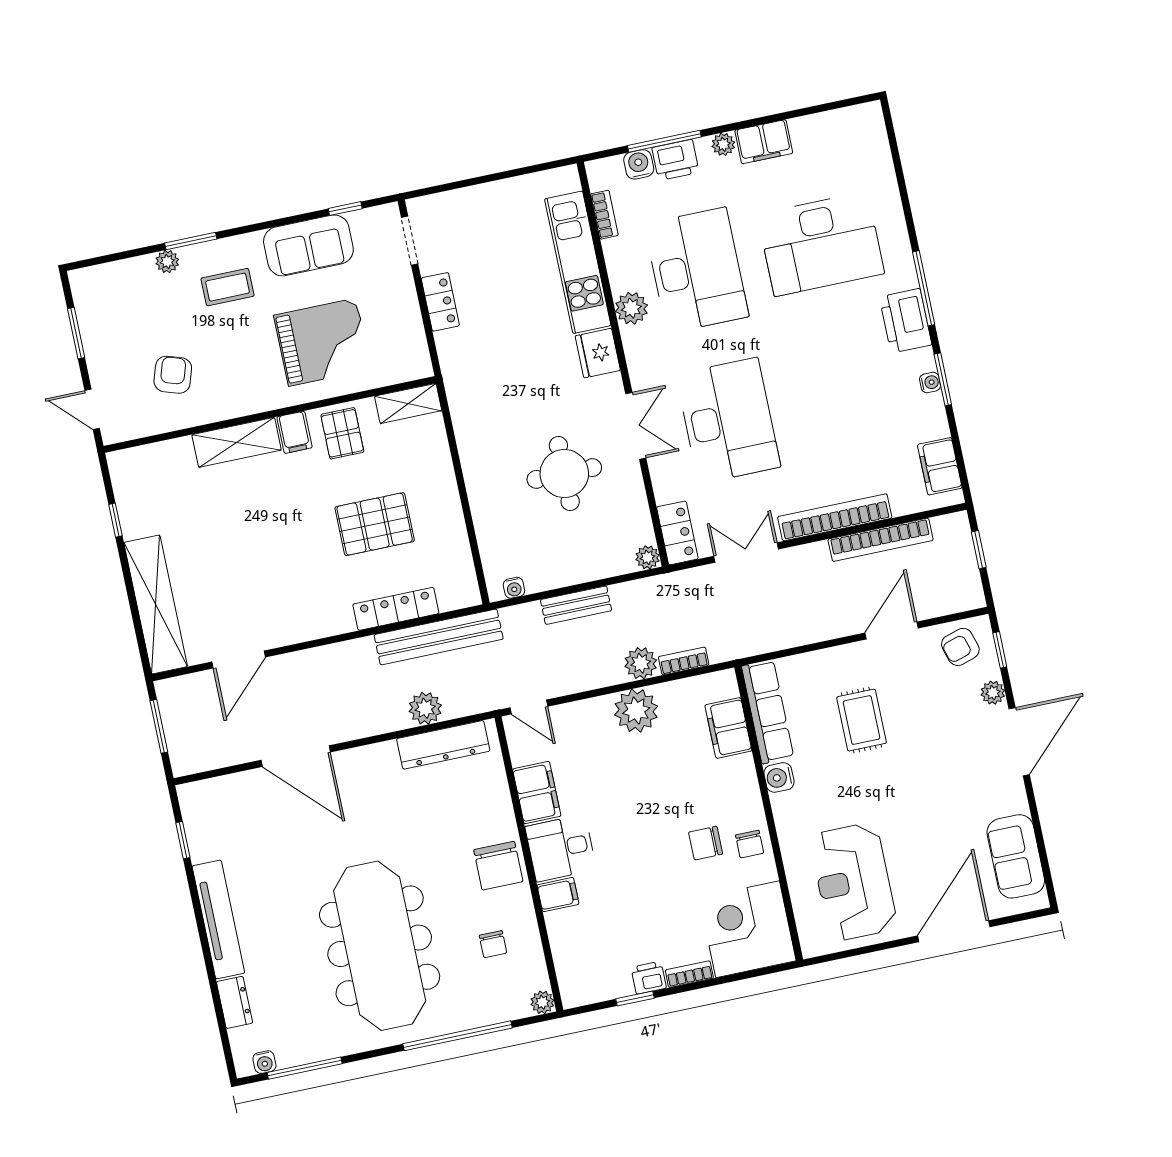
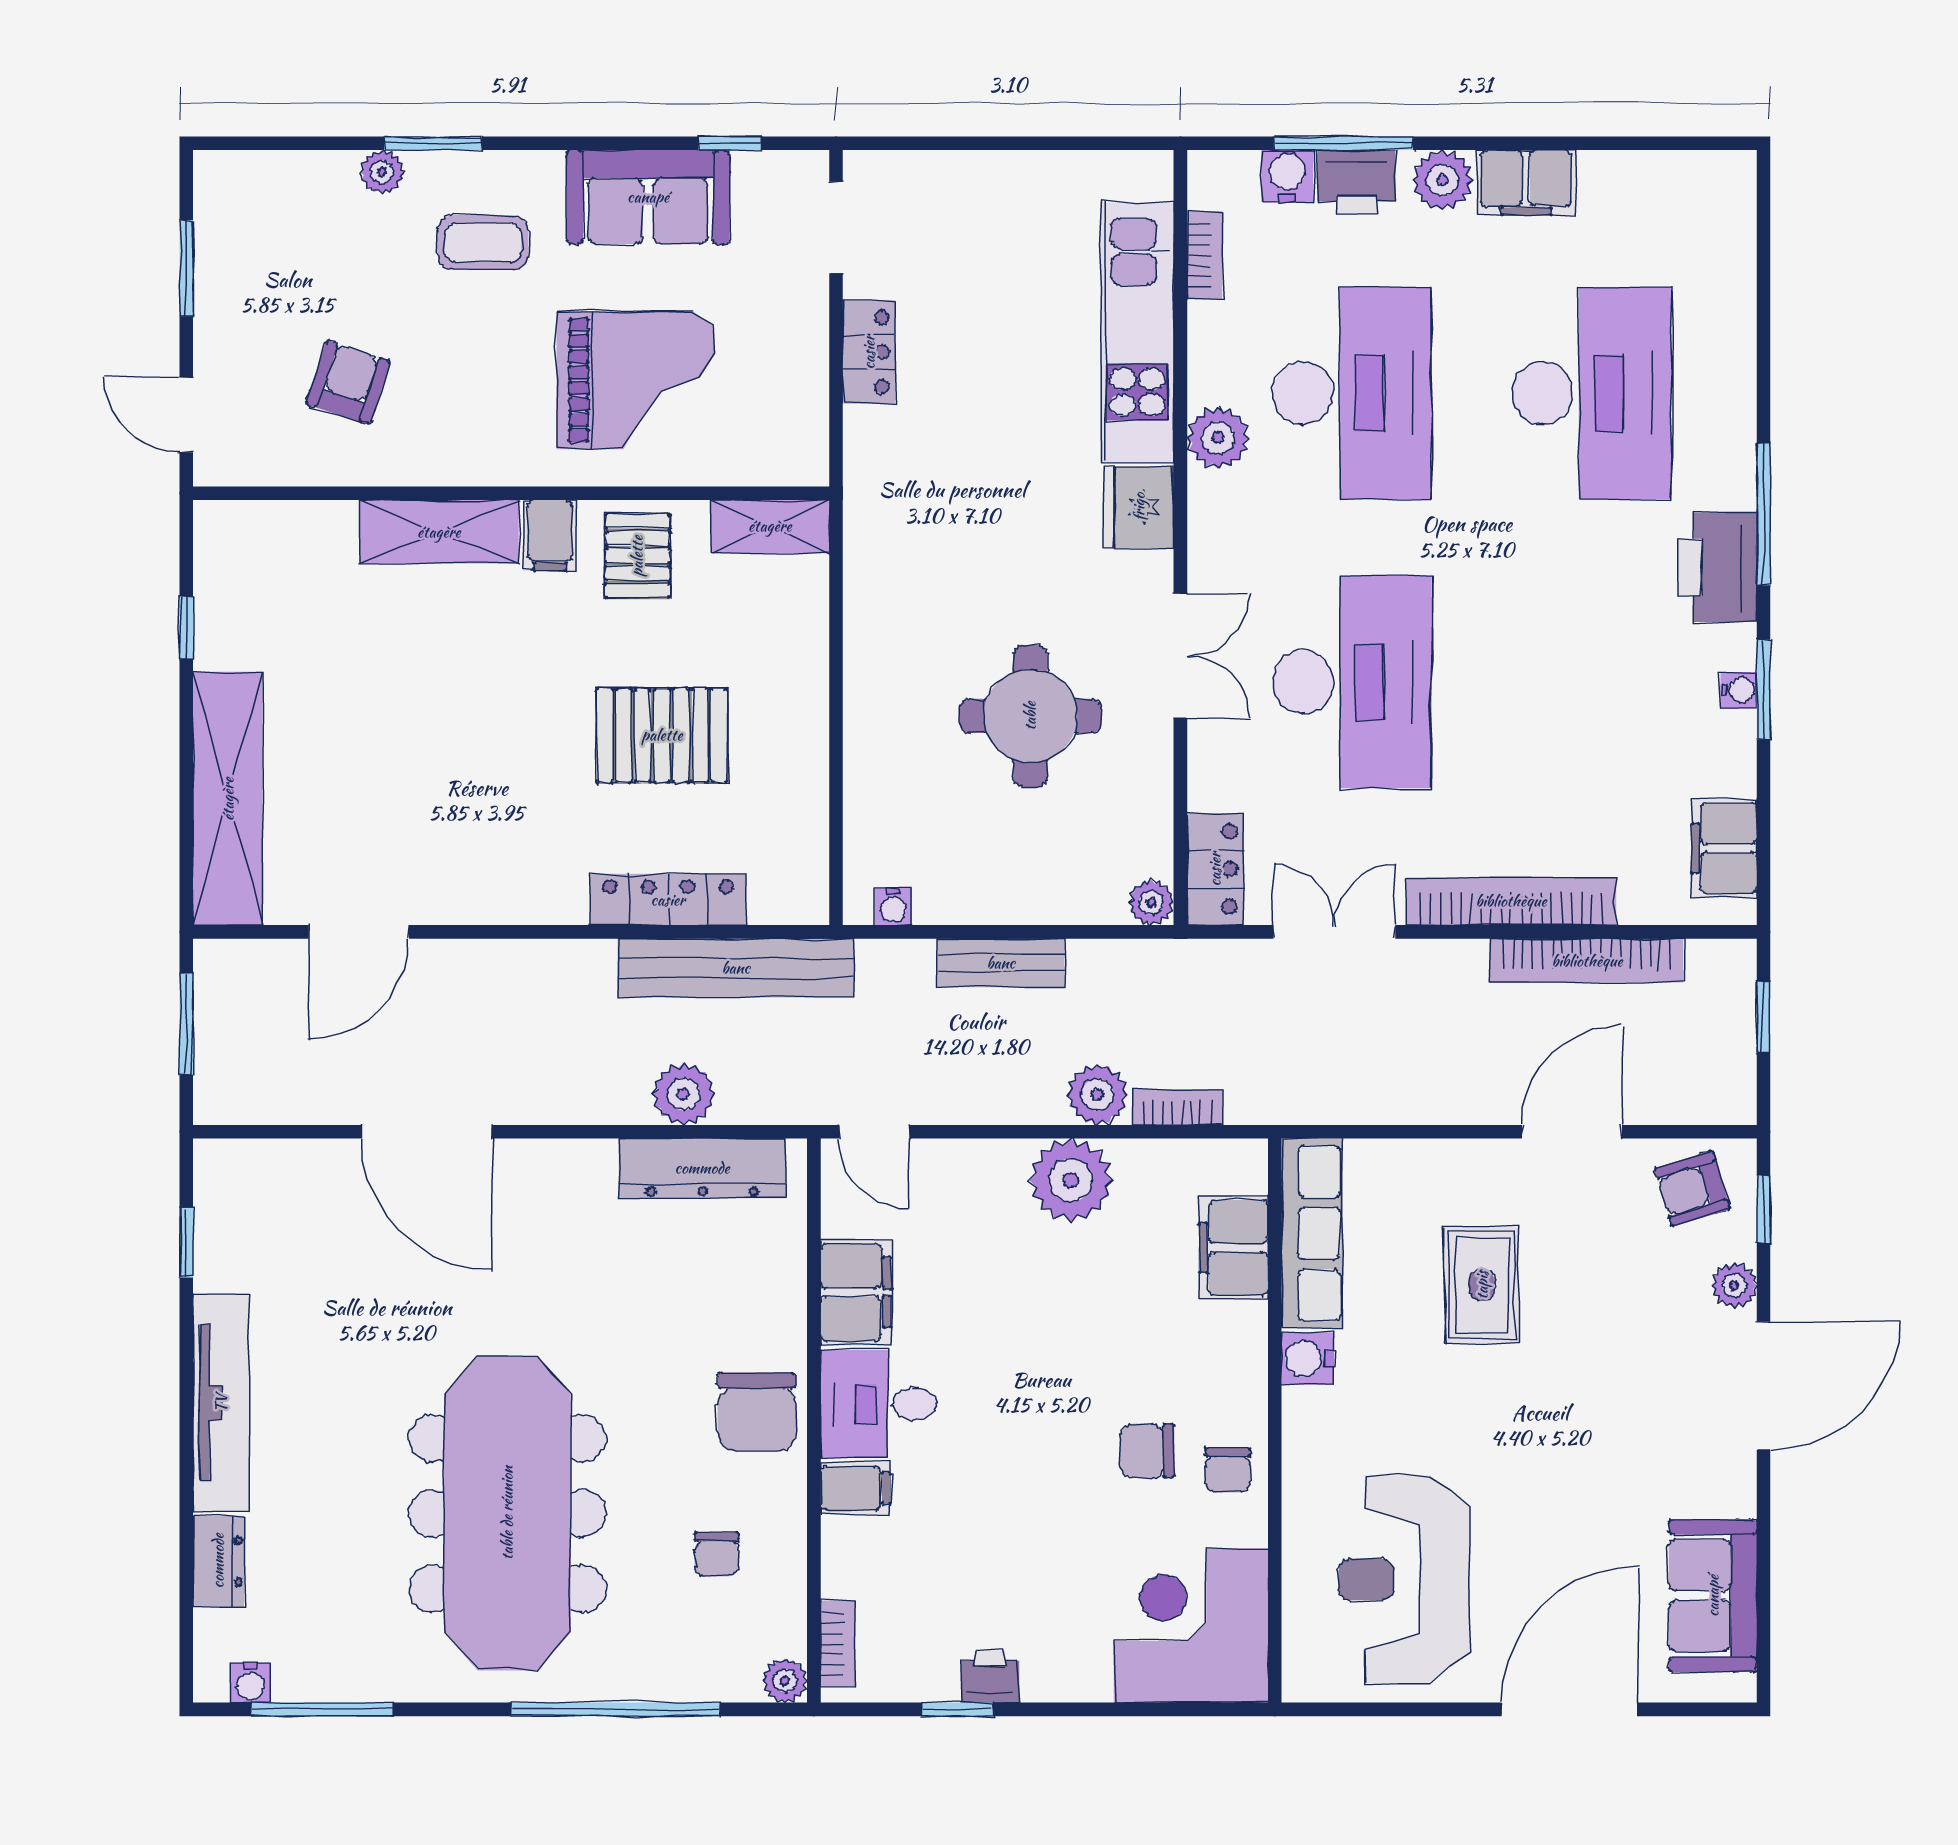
plant: (723, 144) -> (1443, 180), width x1.38, depth x1.38
desk: (821, 244) -> (1592, 393), turned -90
bookcase: (689, 974) -> (838, 1644), moved, turned 90

